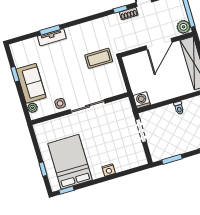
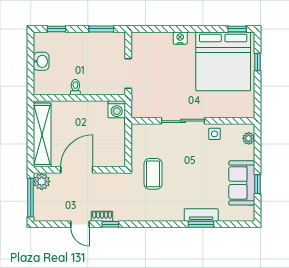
coffee table: (99, 58) -> (153, 174), turned 90
sofa: (31, 83) -> (242, 183), moved
bed: (70, 162) -> (223, 61), width x1.36

